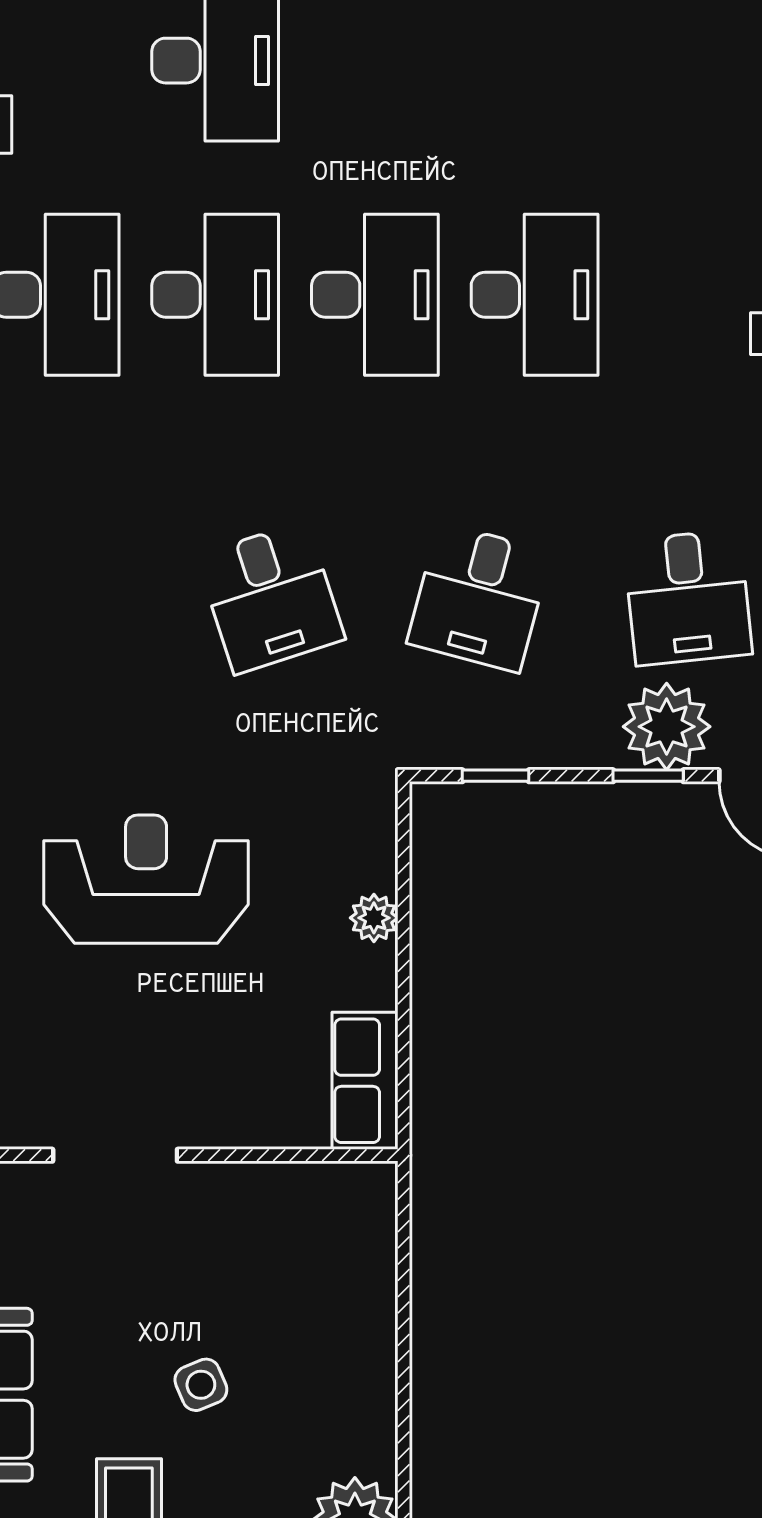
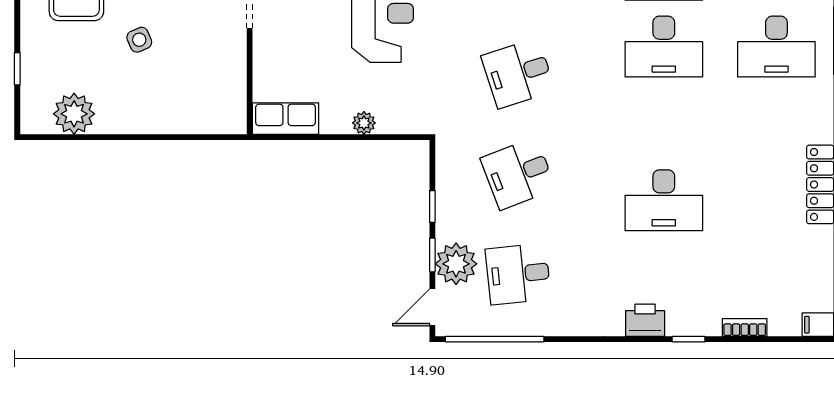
desk: (375, 295) -> (664, 123), removed
desk: (479, 597) -> (518, 174), turned -36
window: (496, 776) -> (432, 206), moved

